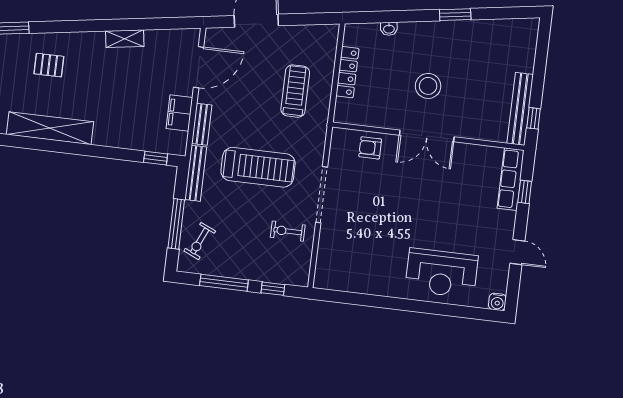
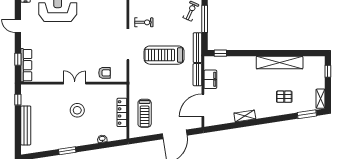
treadmill: (295, 91) -> (145, 113), moved
bench: (520, 109) -> (26, 125), moved
double door: (427, 136) -> (75, 83), width x0.73

